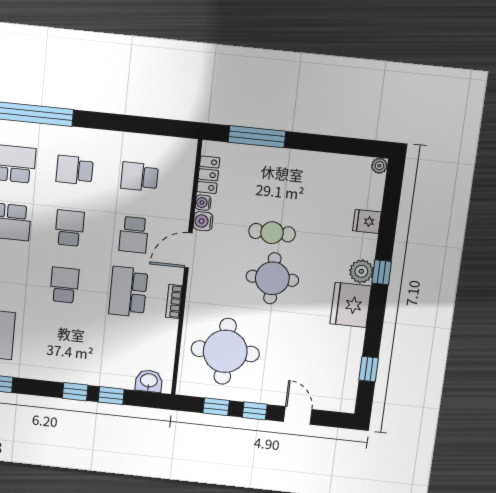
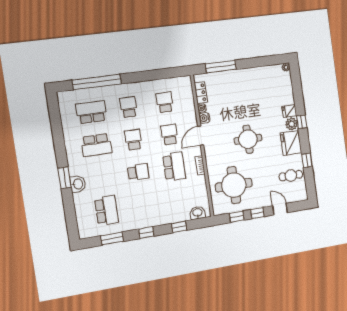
school desk: (75, 170) -> (128, 107), turned 90
school desk: (140, 177) -> (165, 102), turned 90
fridge: (367, 221) -> (289, 111), moved
cafe table: (272, 233) -> (291, 176), moved
school desk: (134, 235) -> (169, 135), turned 180
school desk: (64, 285) -> (138, 172), turned 90
school desk: (128, 292) -> (174, 167), turned 180
window: (369, 369) -> (307, 160), moved
window: (75, 392) -> (146, 233), moved

